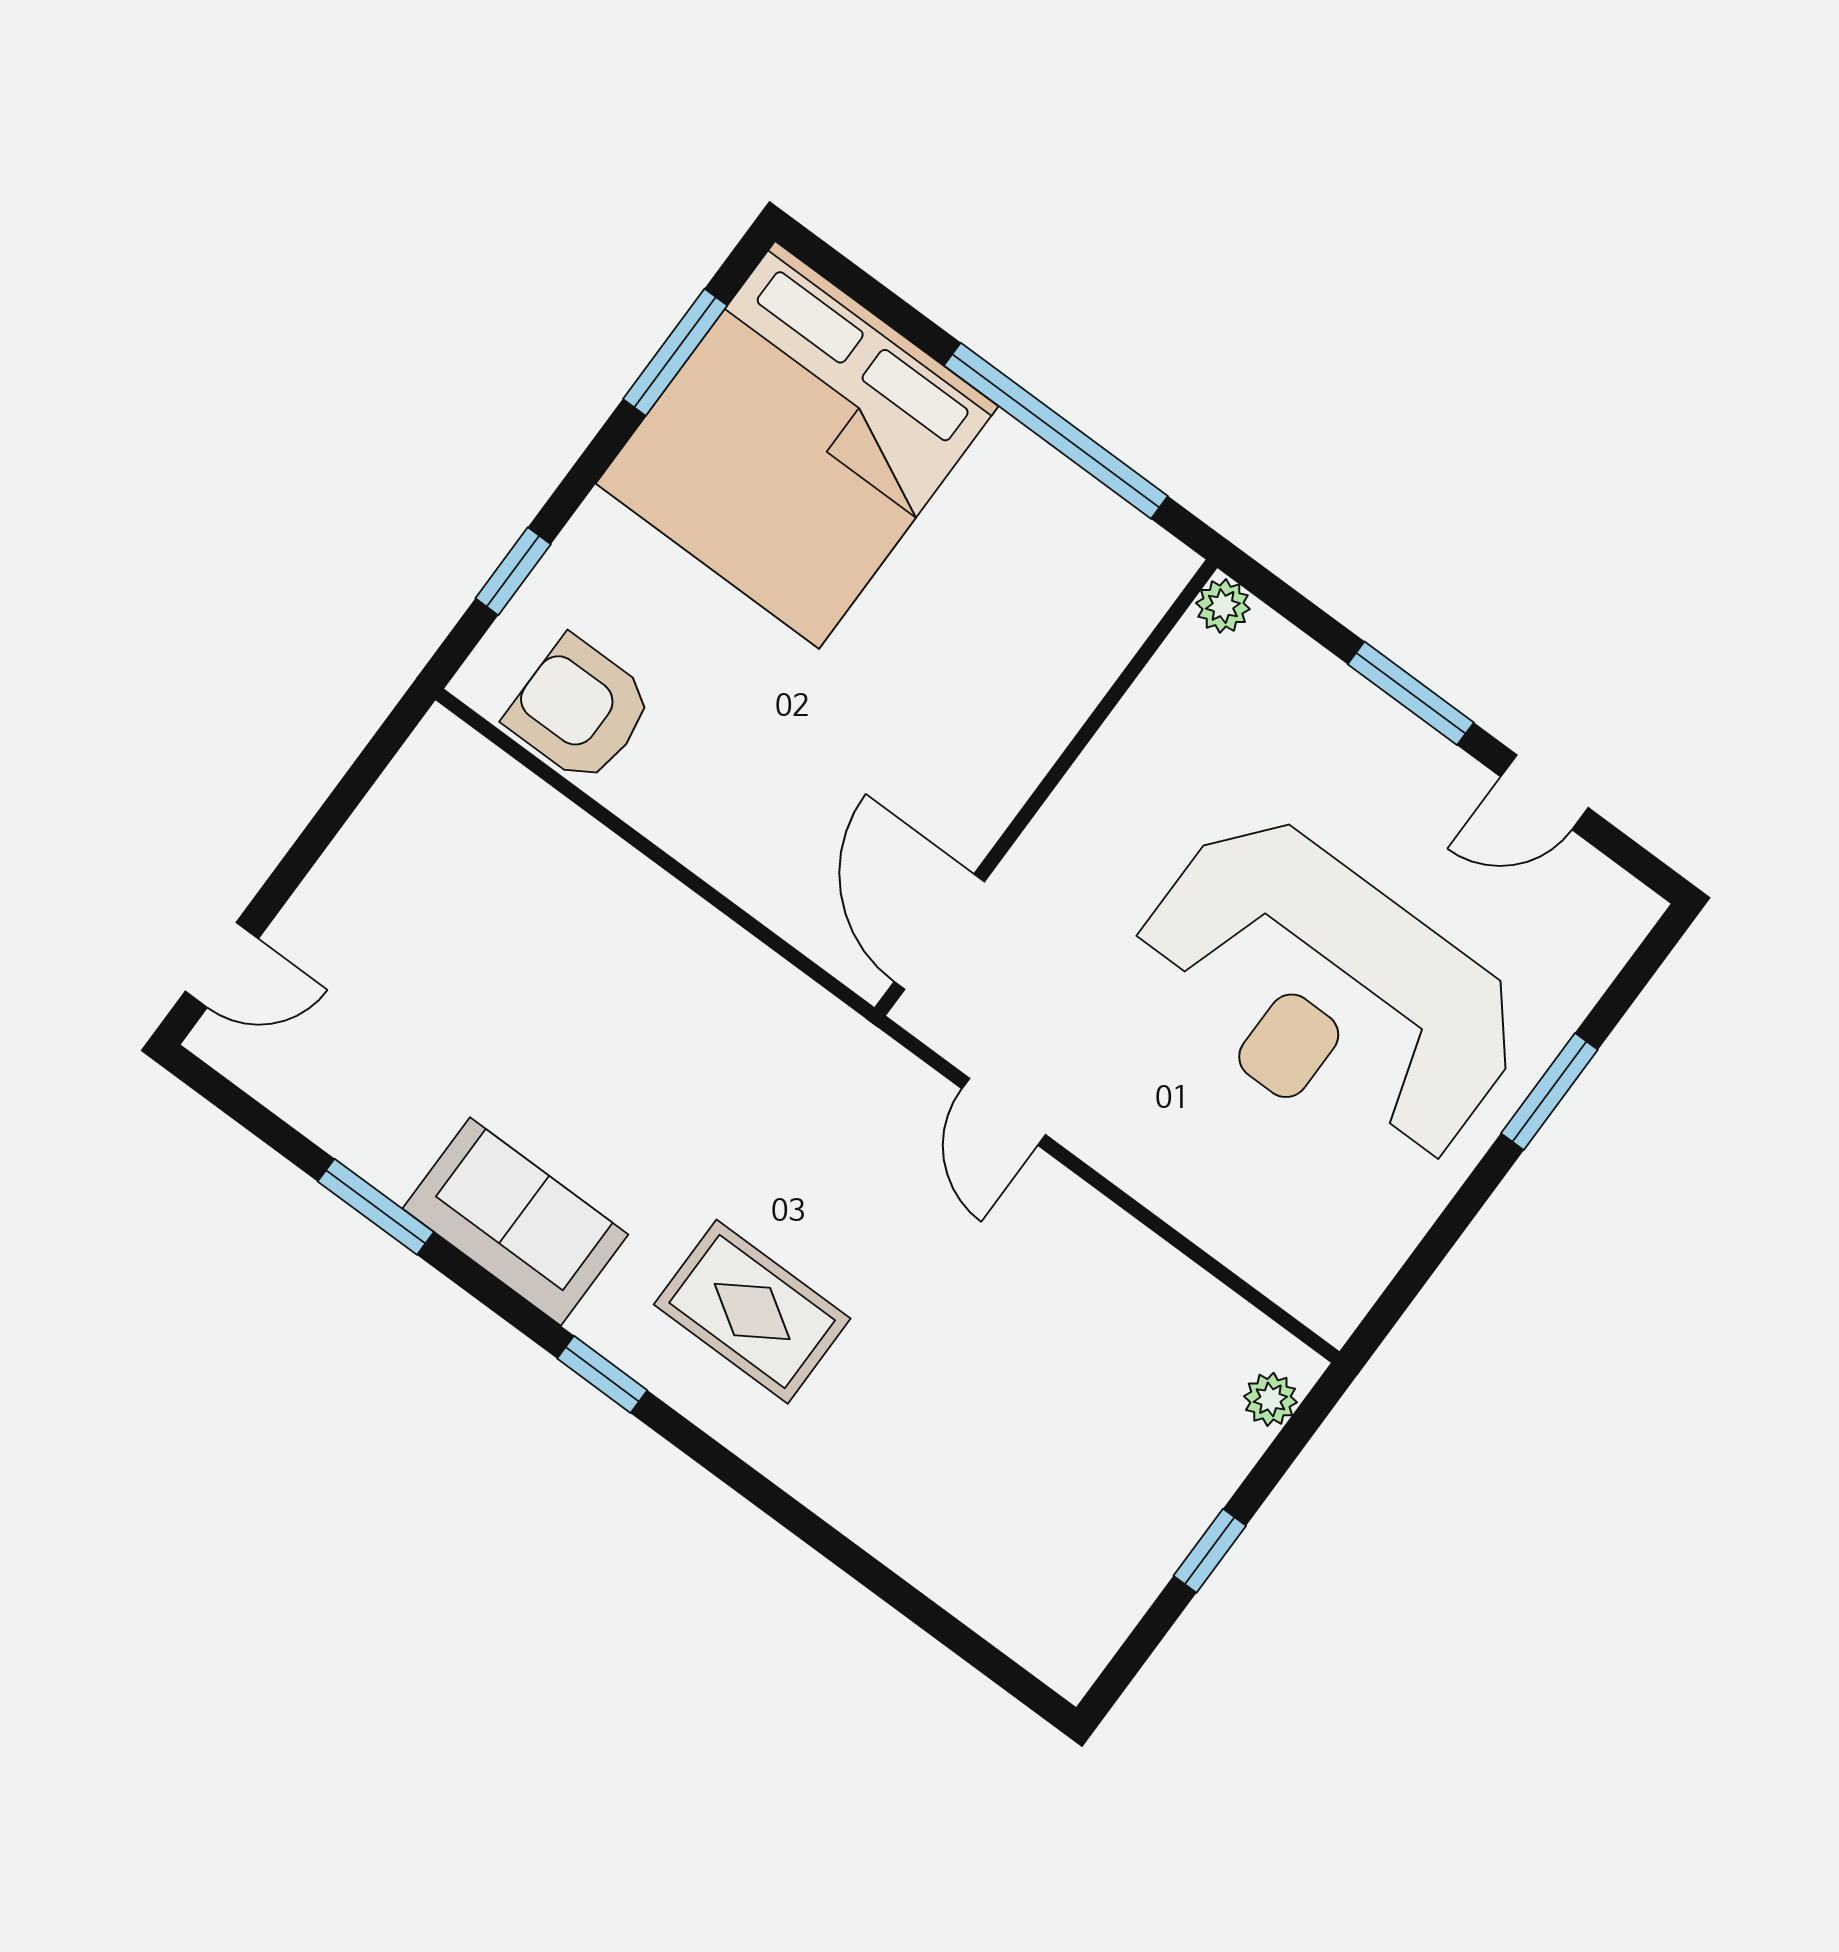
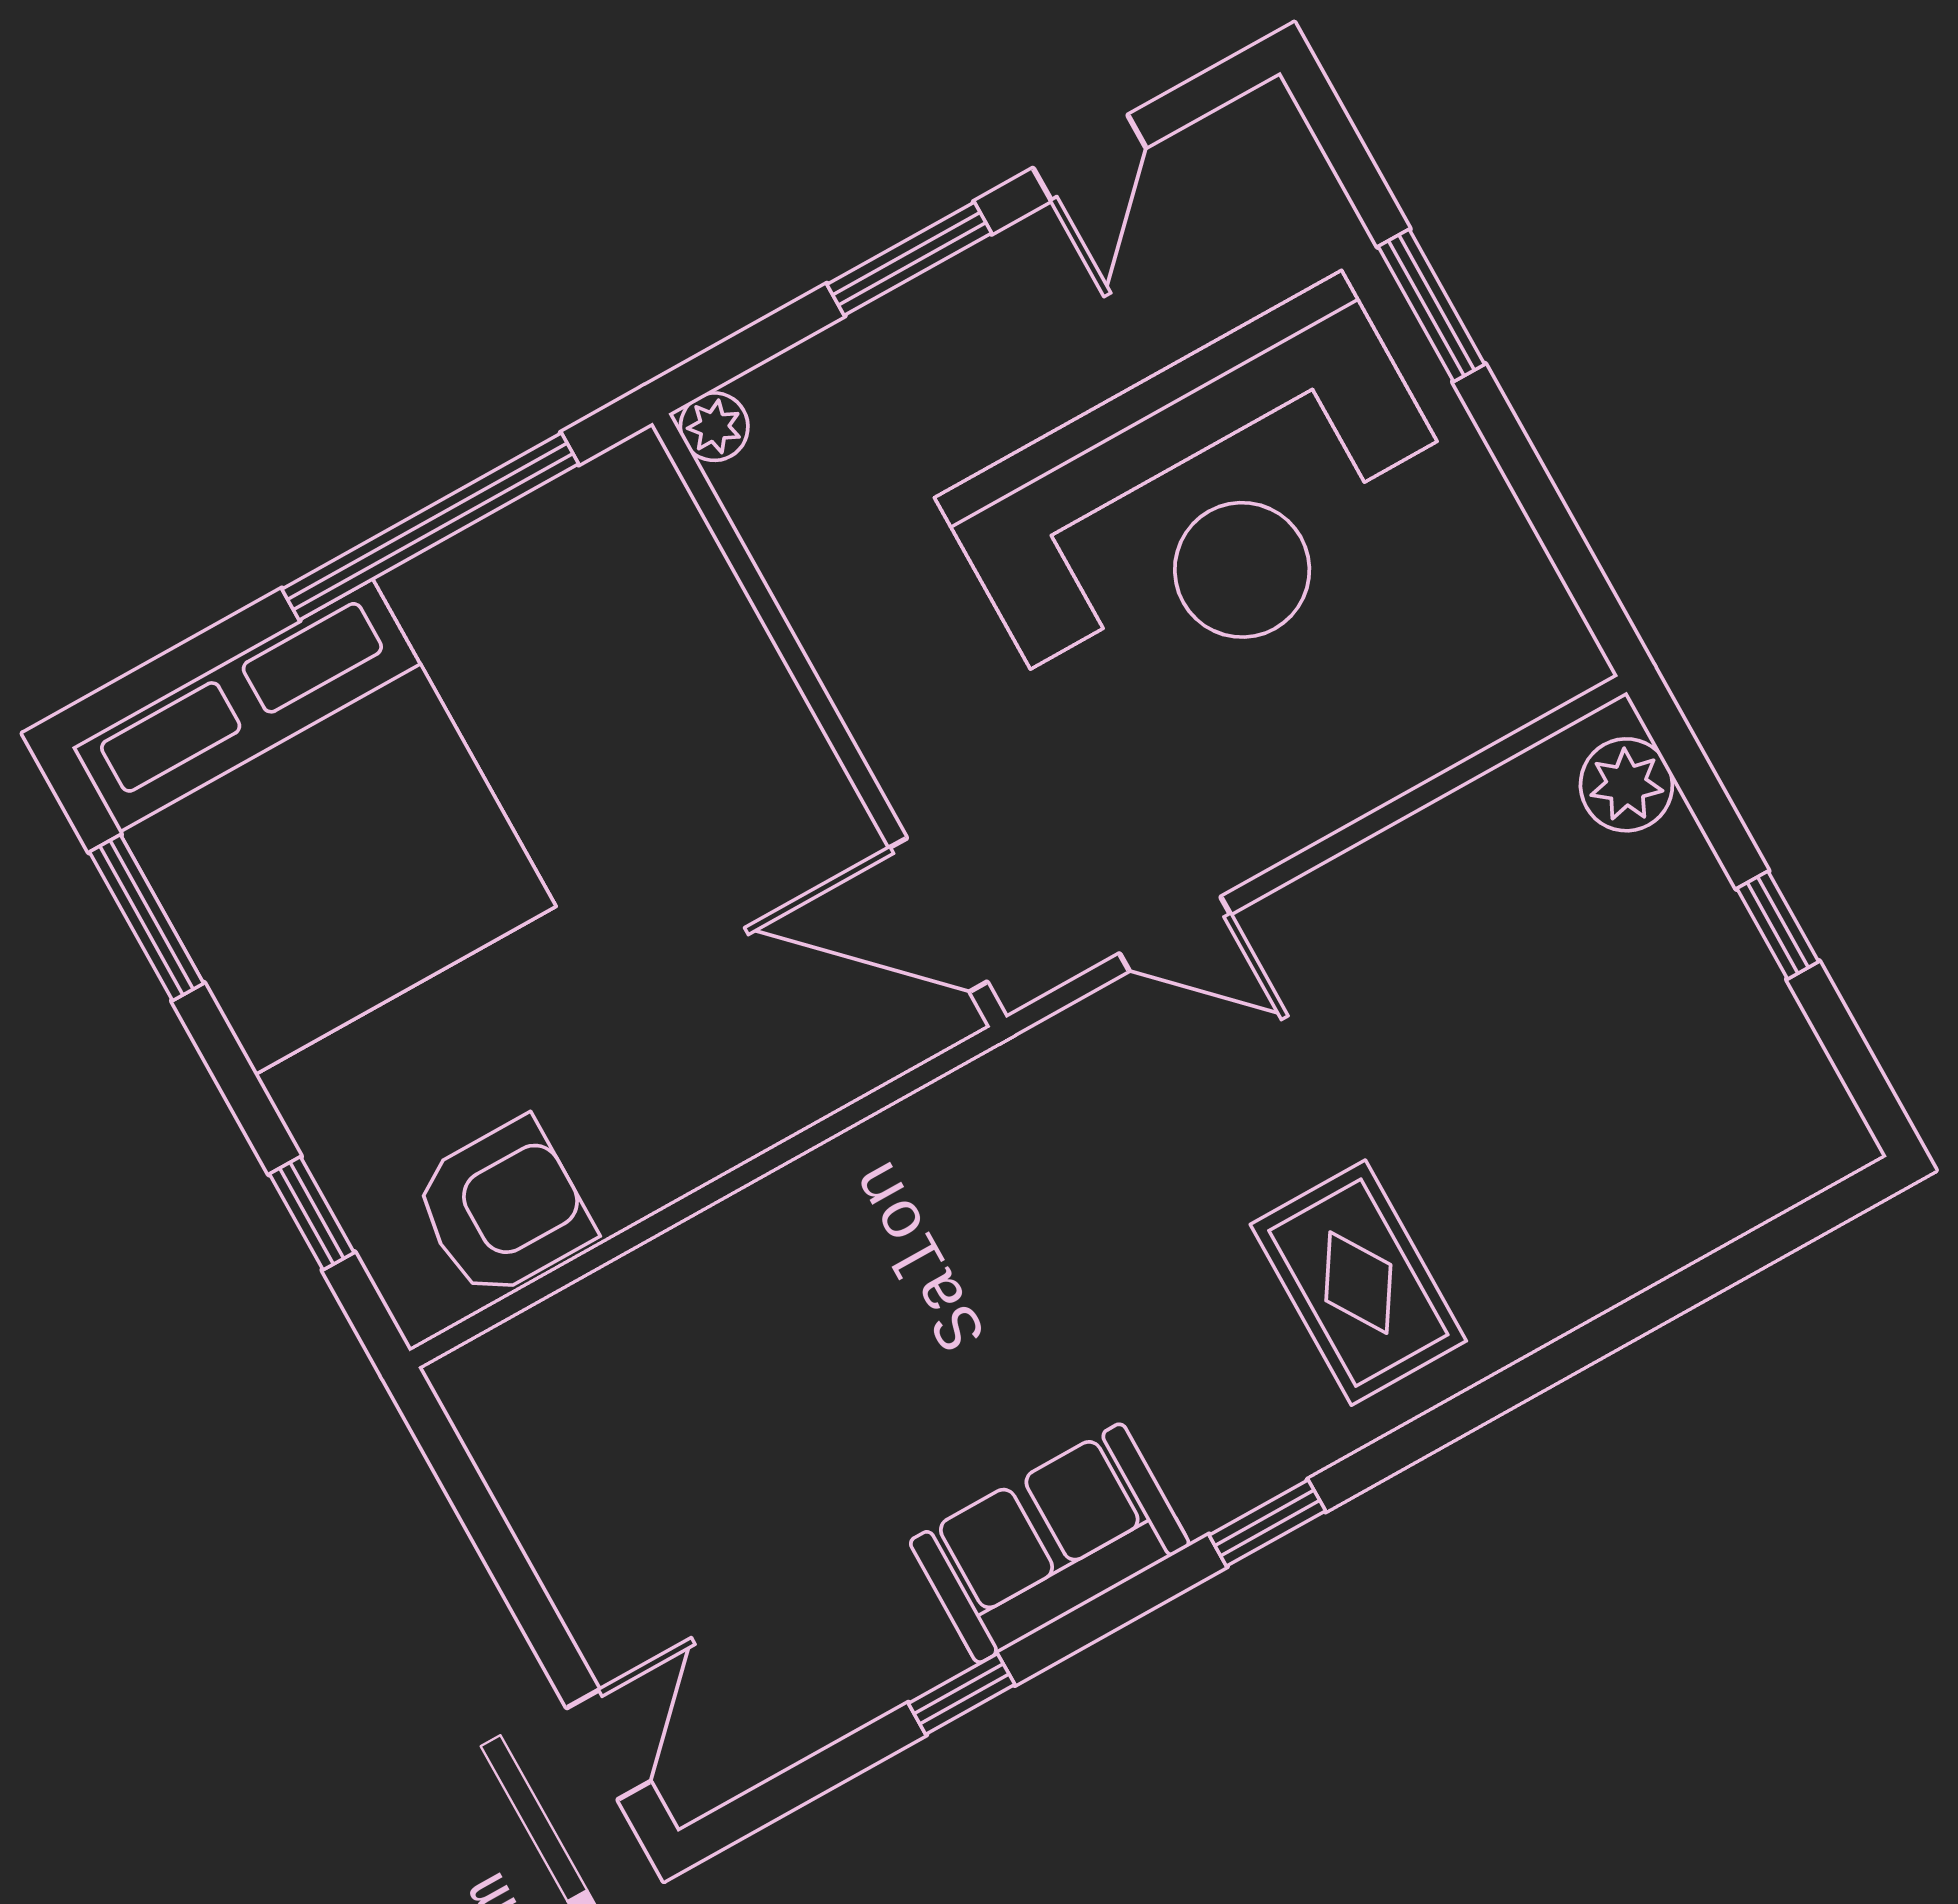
armchair: (580, 710) -> (503, 1209), turned 180
window: (376, 1207) -> (962, 1694), width x0.67
rug: (752, 1312) -> (1358, 1283), moved, turned 90
plant: (1270, 1399) -> (1626, 785), width x1.38, depth x1.38

